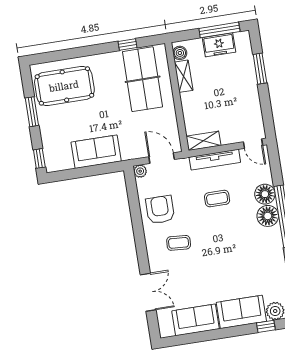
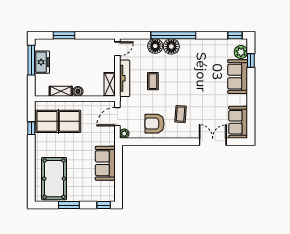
boiler: (180, 53) -> (78, 91), moved
sofa: (196, 320) -> (238, 122), moved

